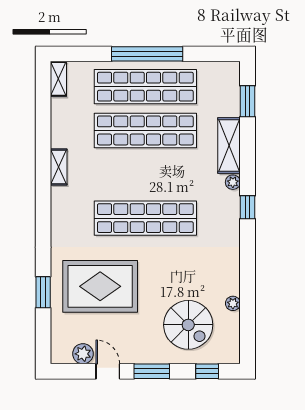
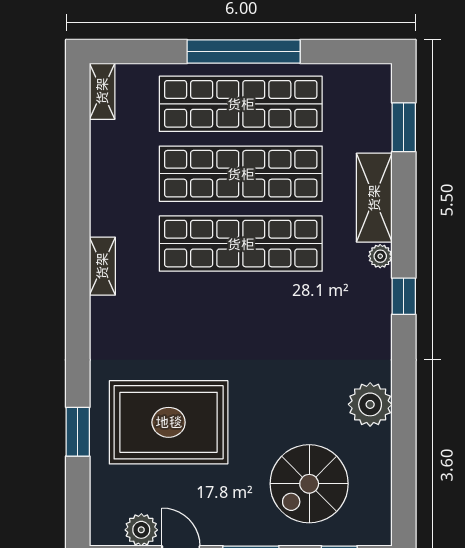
shelving: (59, 167) -> (102, 266), moved
shop shelf: (145, 218) -> (241, 244), moved
plant: (233, 303) -> (370, 404), moved, width x1.87, depth x1.87
spiral stairs: (188, 325) -> (309, 484), turned 90

